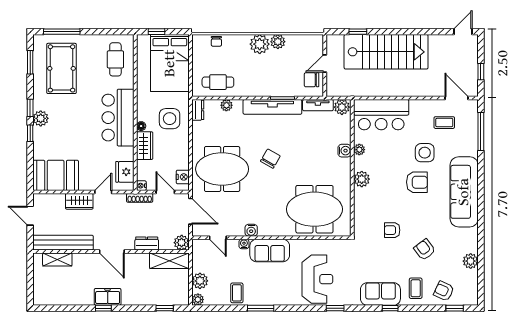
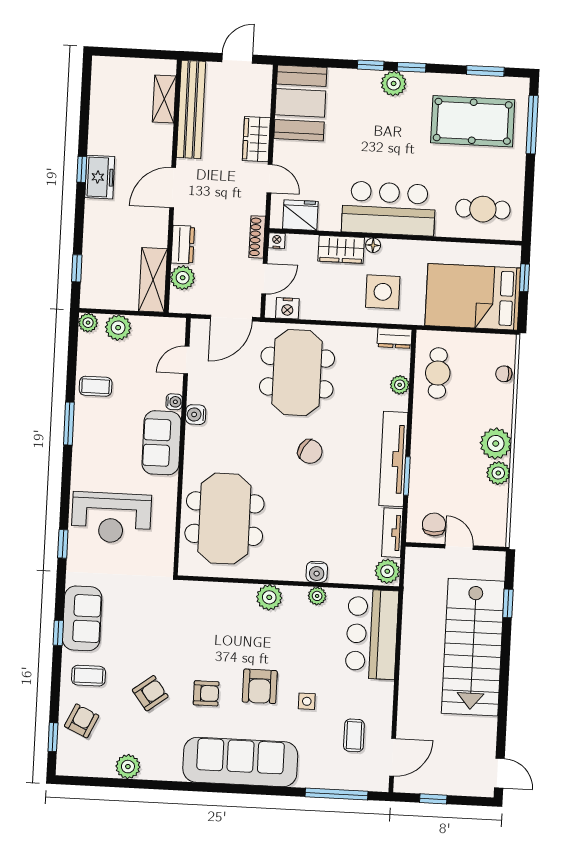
side table: (425, 153) -> (307, 701), width x0.54, depth x0.54
armchair: (392, 230) -> (206, 693), moved, turned 90
plant: (182, 243) -> (183, 278), moved

